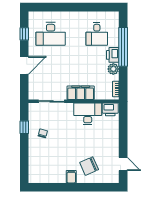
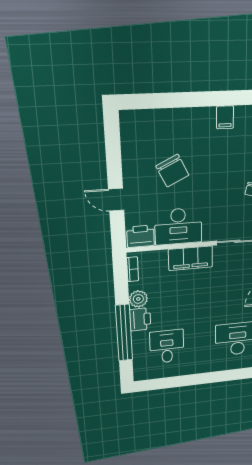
door: (123, 164) -> (116, 200), moved
chair: (89, 166) -> (172, 171), moved, turned 88
filing cabinet: (71, 177) -> (225, 117), moved

